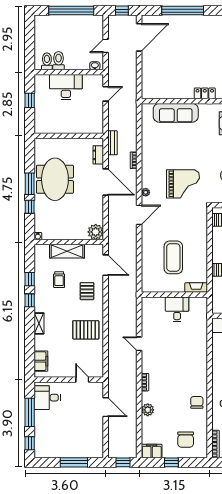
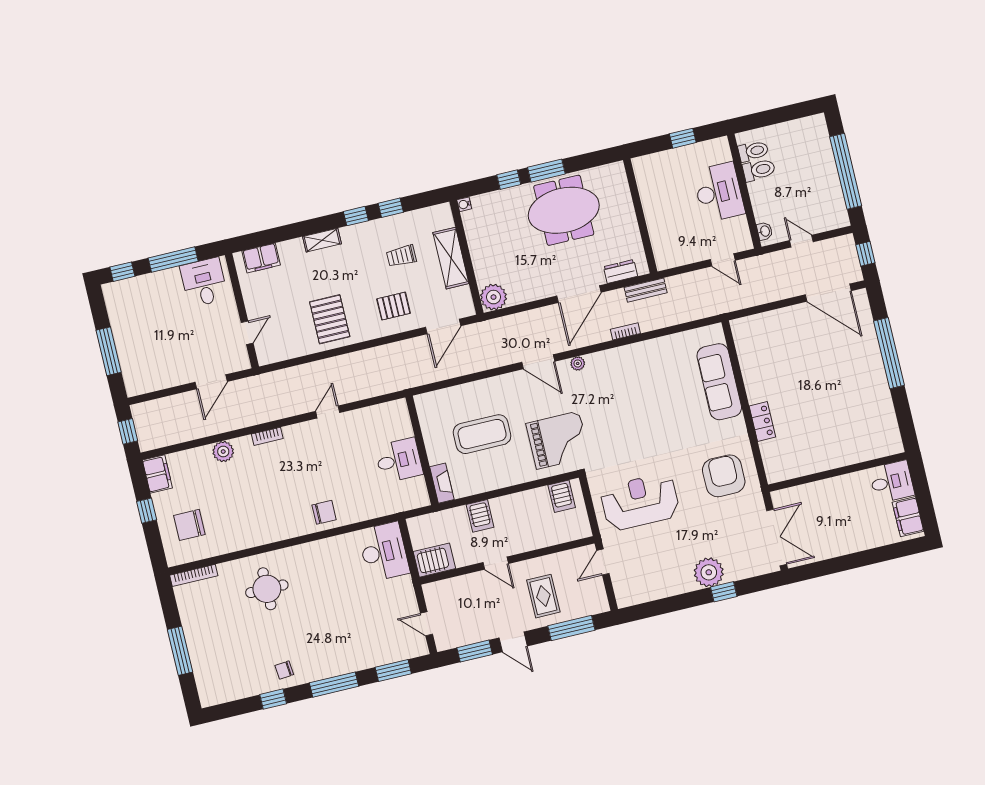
grand piano: (183, 184) -> (558, 440), moved, turned -90
chair: (197, 402) -> (324, 512), moved

